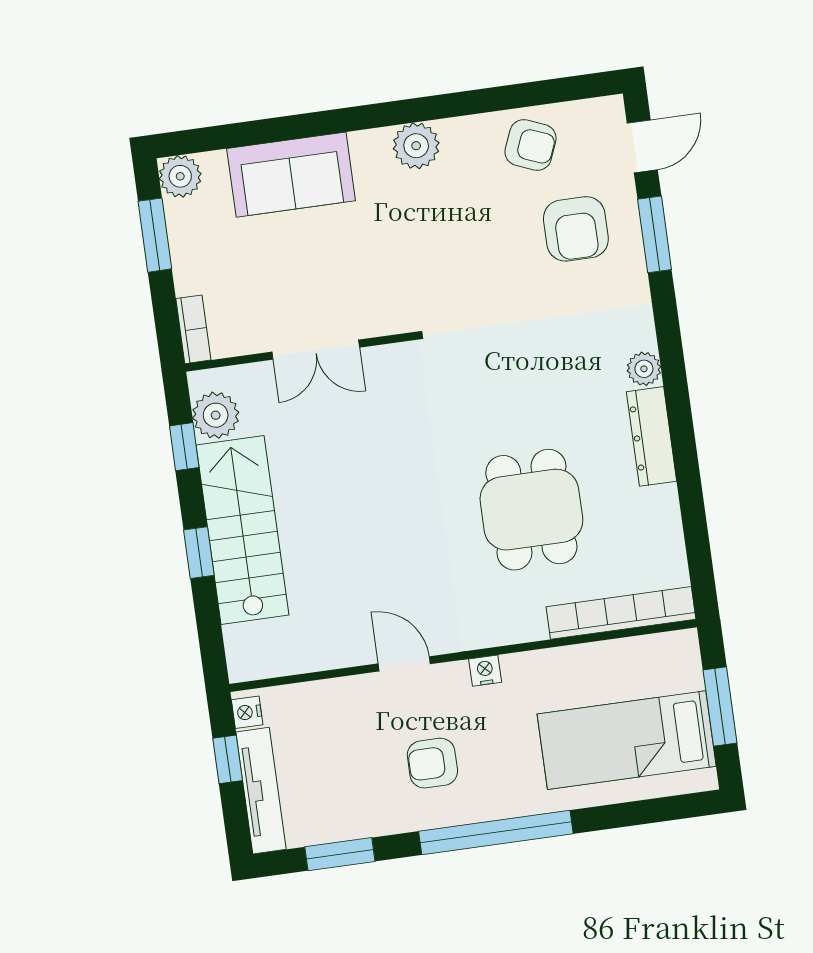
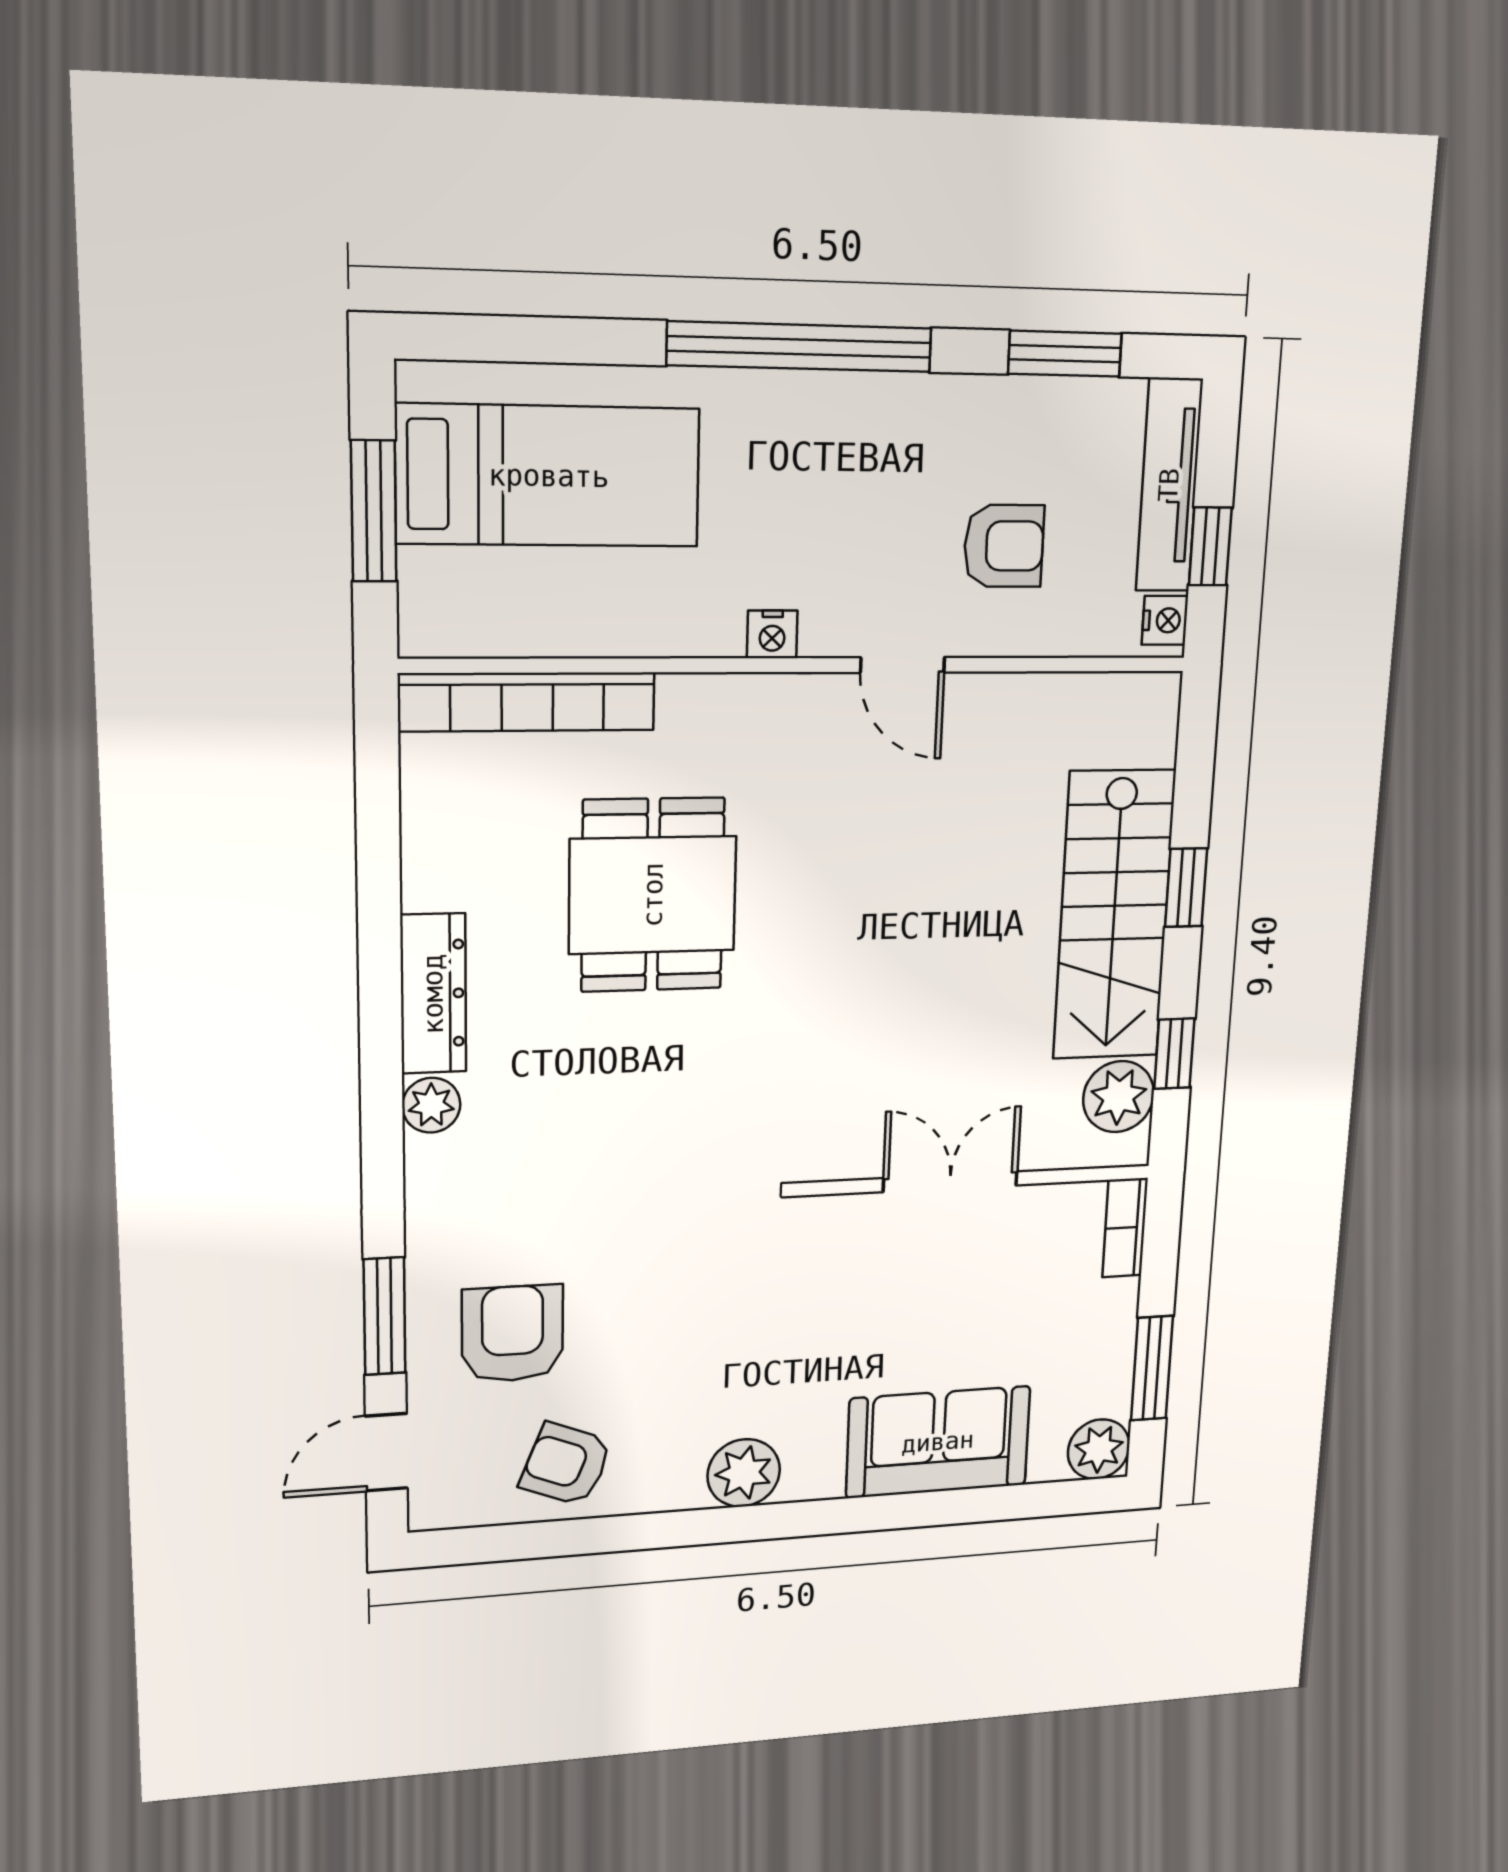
armchair: (432, 763) -> (1004, 546), moved

